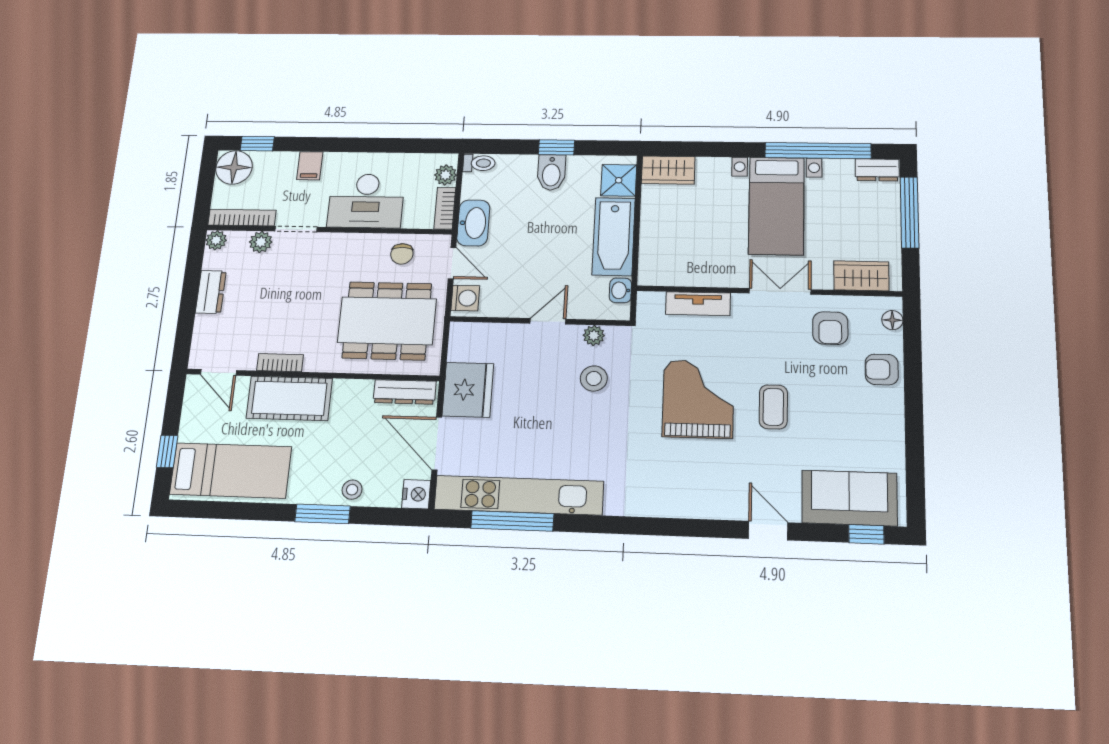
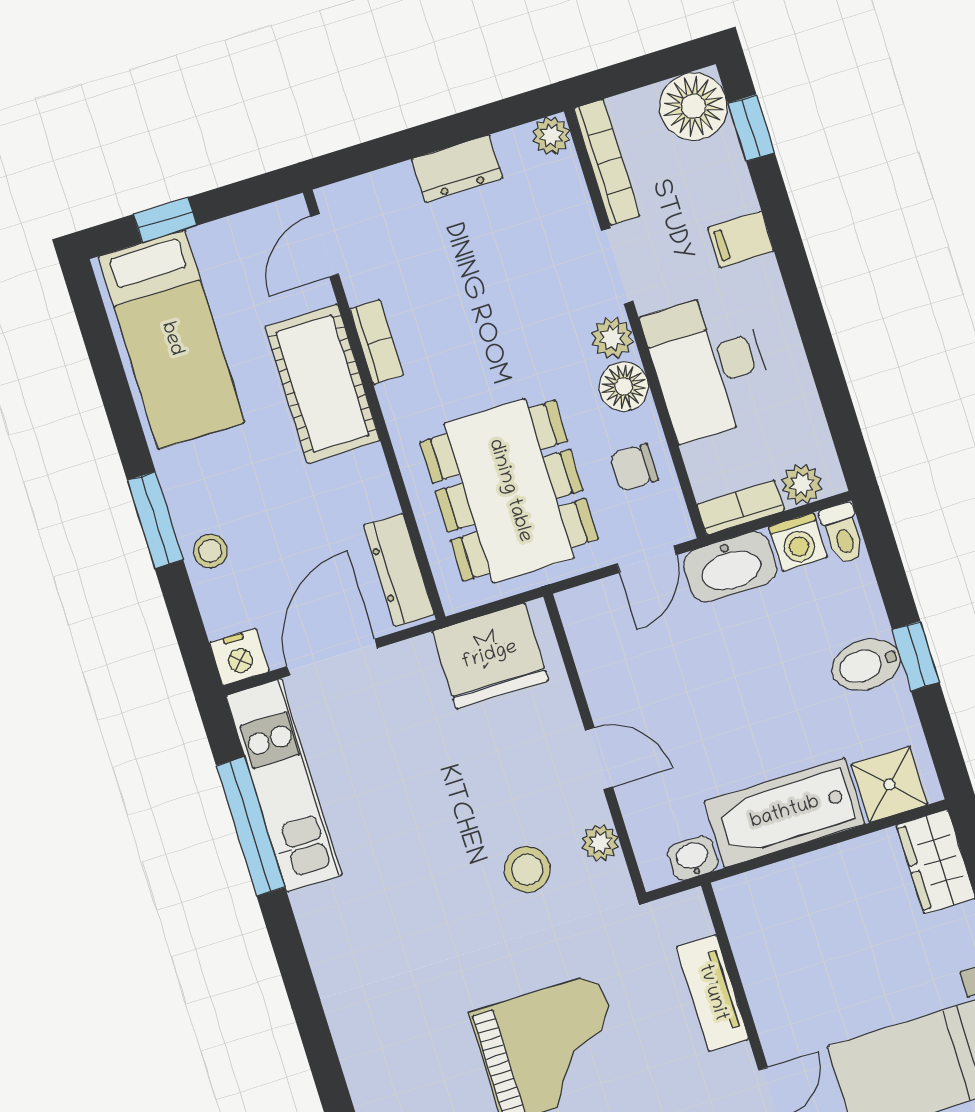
plant: (261, 242) -> (612, 338), moved
floor lamp: (358, 246) -> (624, 386), added
washing machine: (465, 298) -> (798, 542), moved
fridge: (468, 390) -> (490, 656), moved
kitchen unit: (519, 495) -> (284, 785), width x0.73

